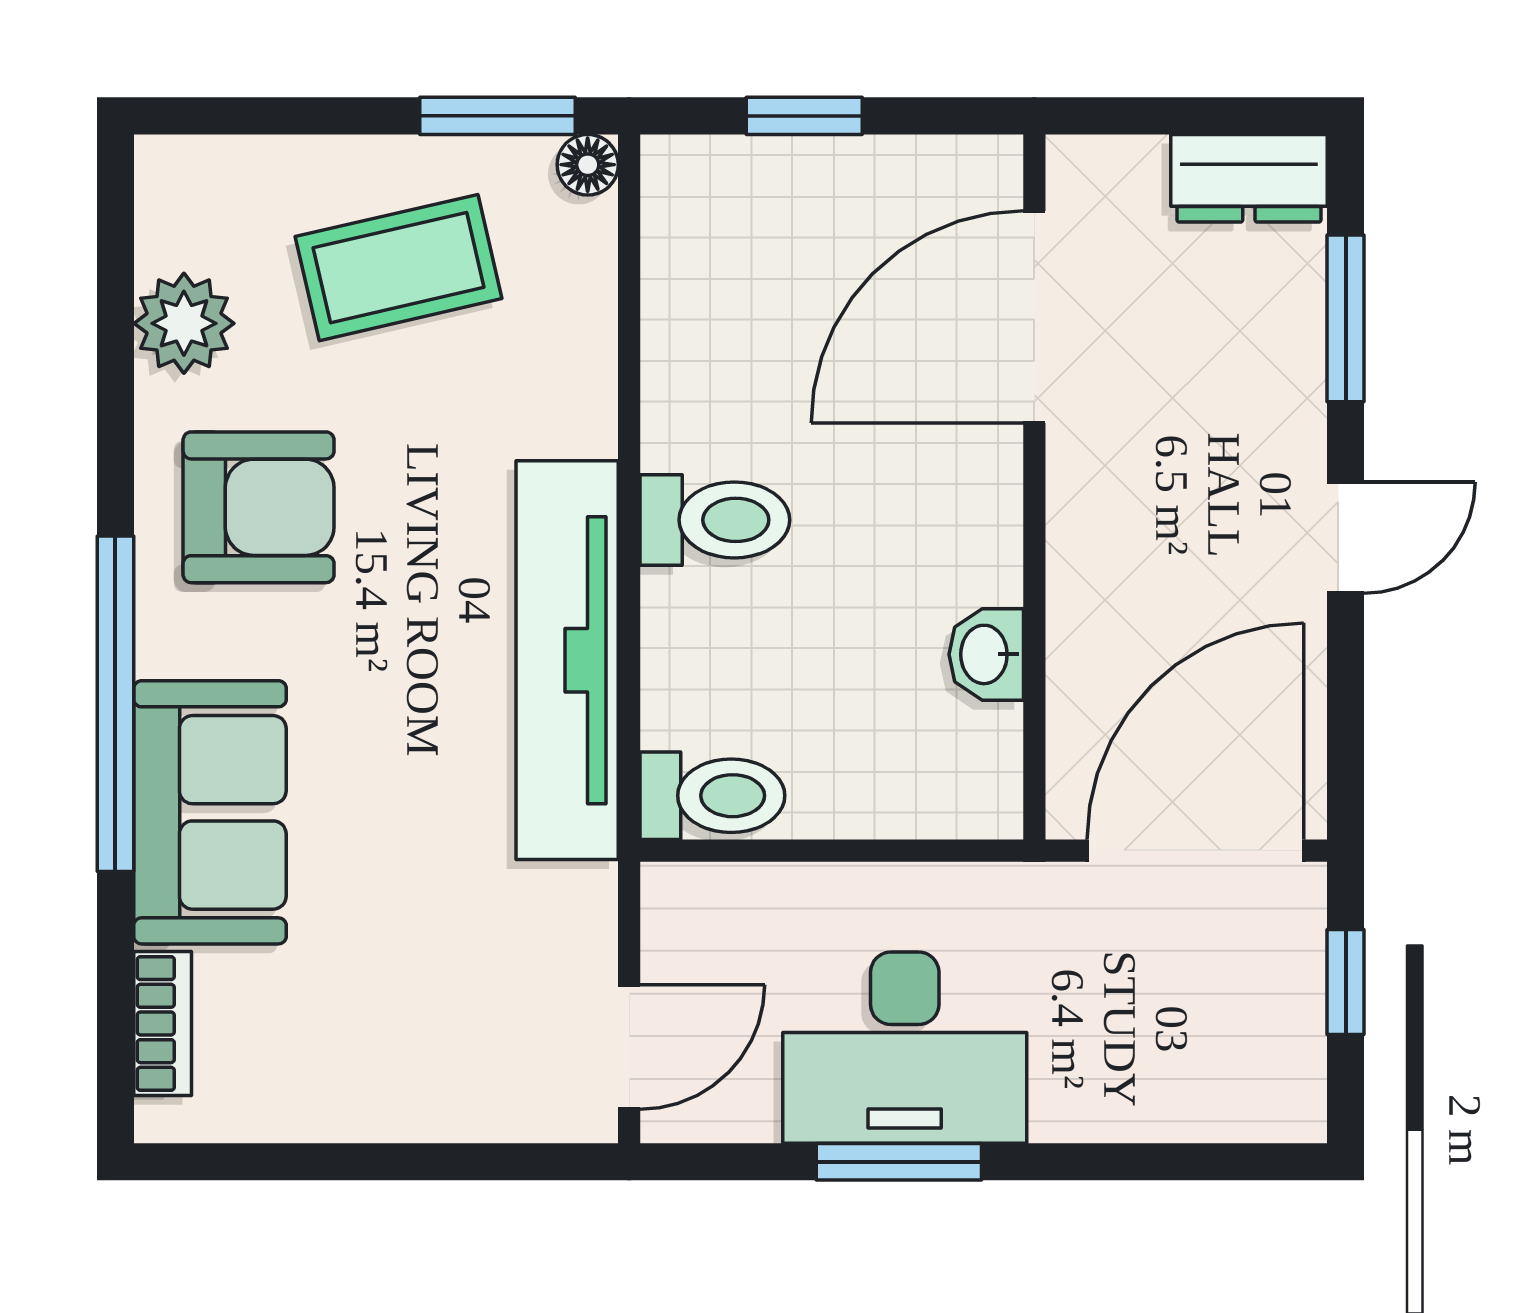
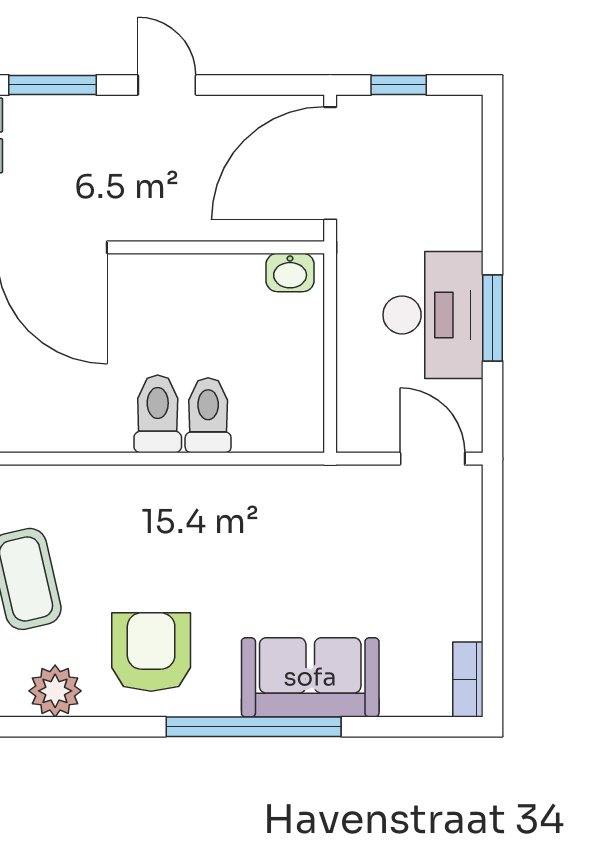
washbasin: (986, 654) -> (290, 272), moved
tv unit: (567, 660) -> (231, 491), removed
toilet: (712, 796) -> (208, 415), moved
door: (1195, 851) -> (330, 163), hinge flipped
bookcase: (163, 1023) -> (468, 679), moved, turned -90

